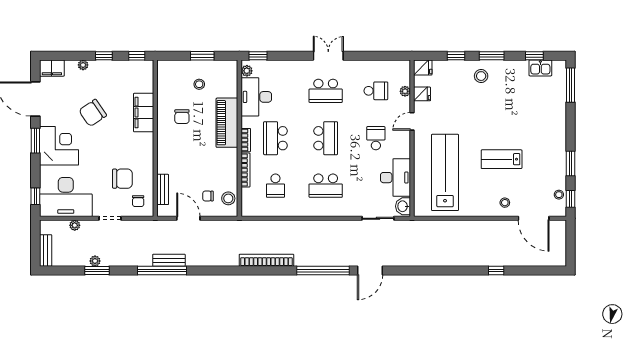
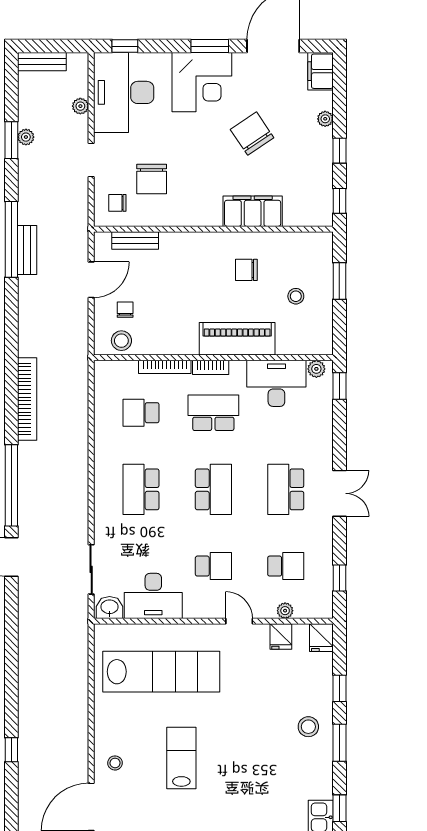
window: (202, 56) -> (339, 281), moved
window: (384, 56) -> (339, 578), added
school desk: (376, 91) -> (286, 566), turned -90
school desk: (326, 138) -> (213, 489), turned -90

